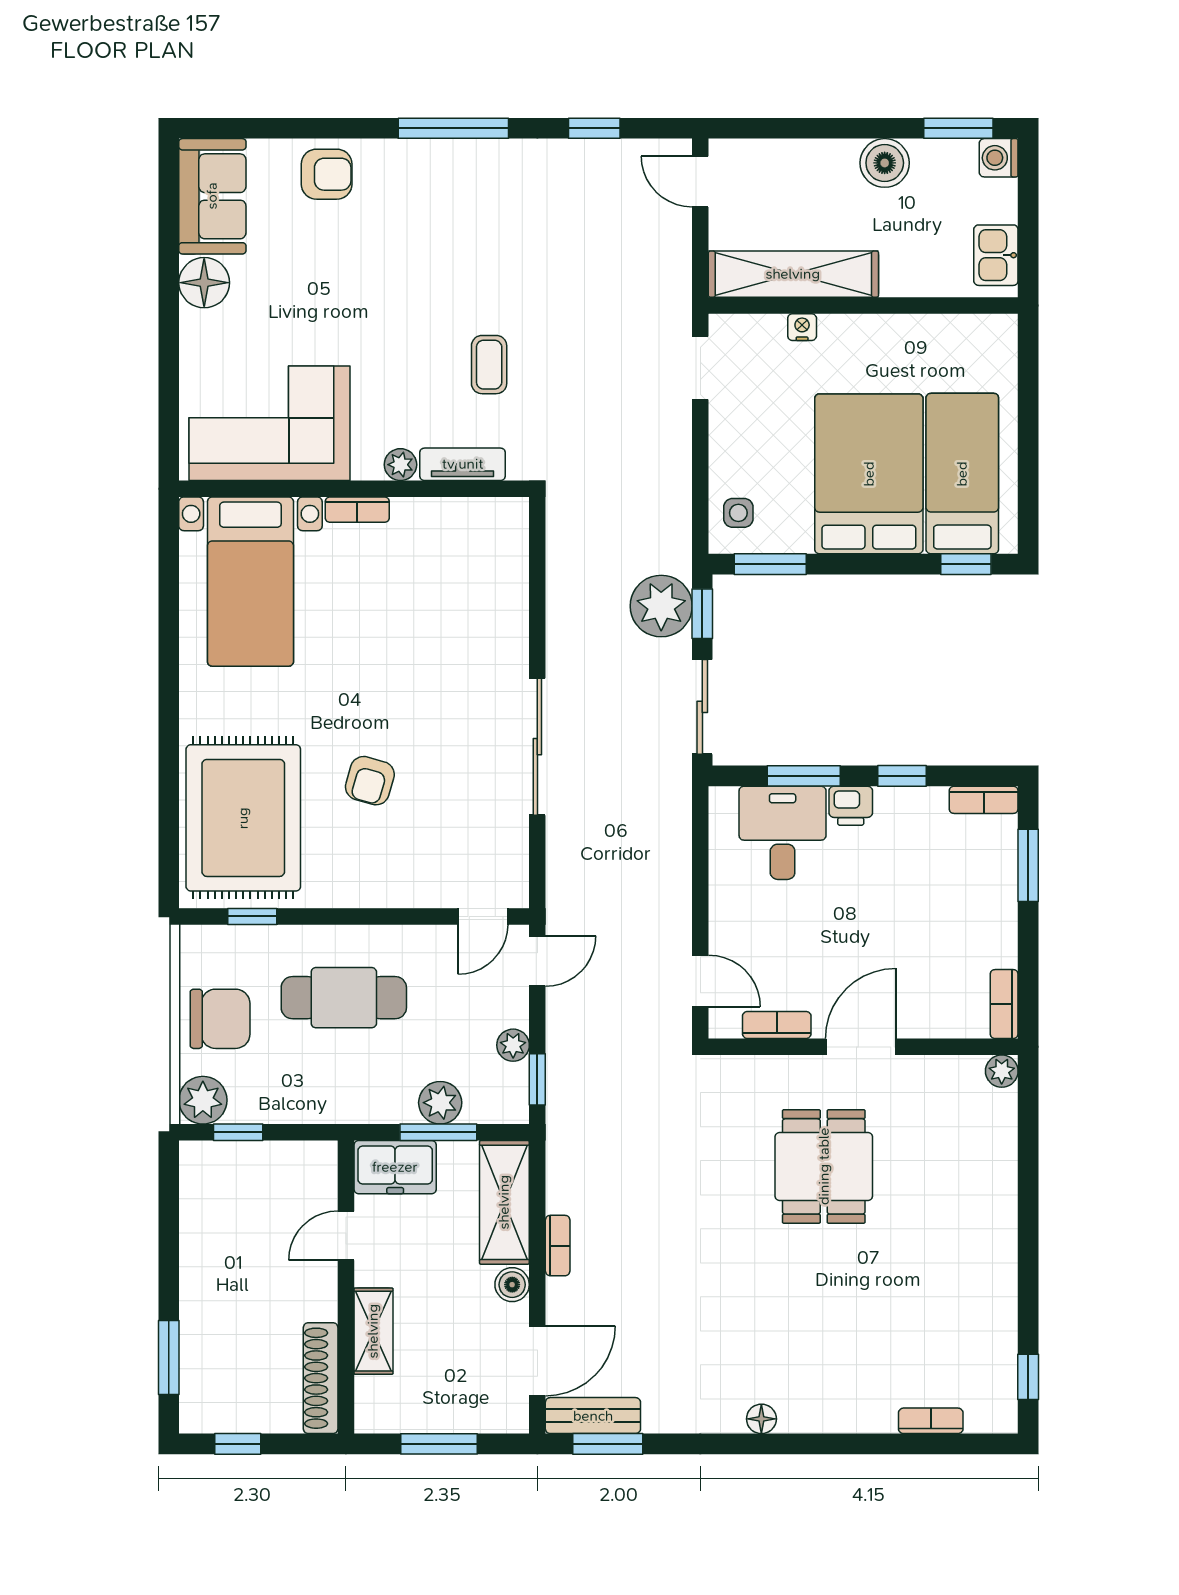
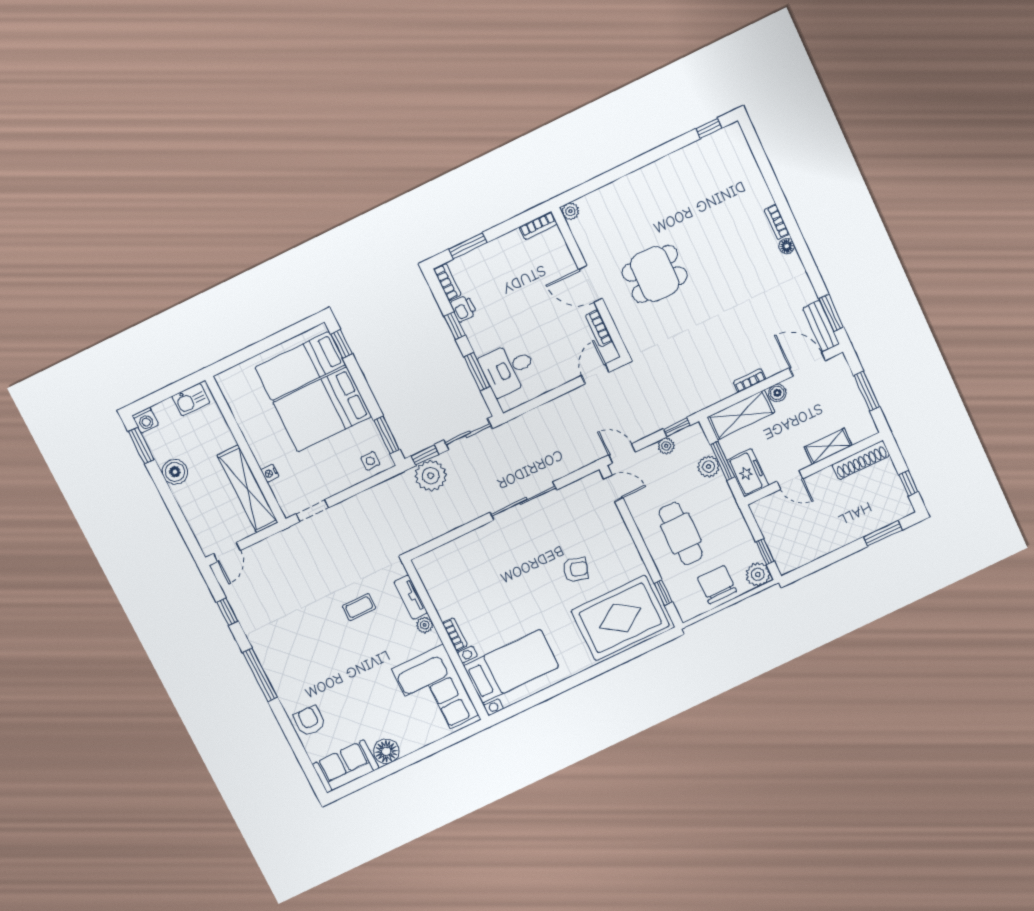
printer: (851, 806) -> (464, 309), moved
bookcase: (931, 1421) -> (777, 222), moved

